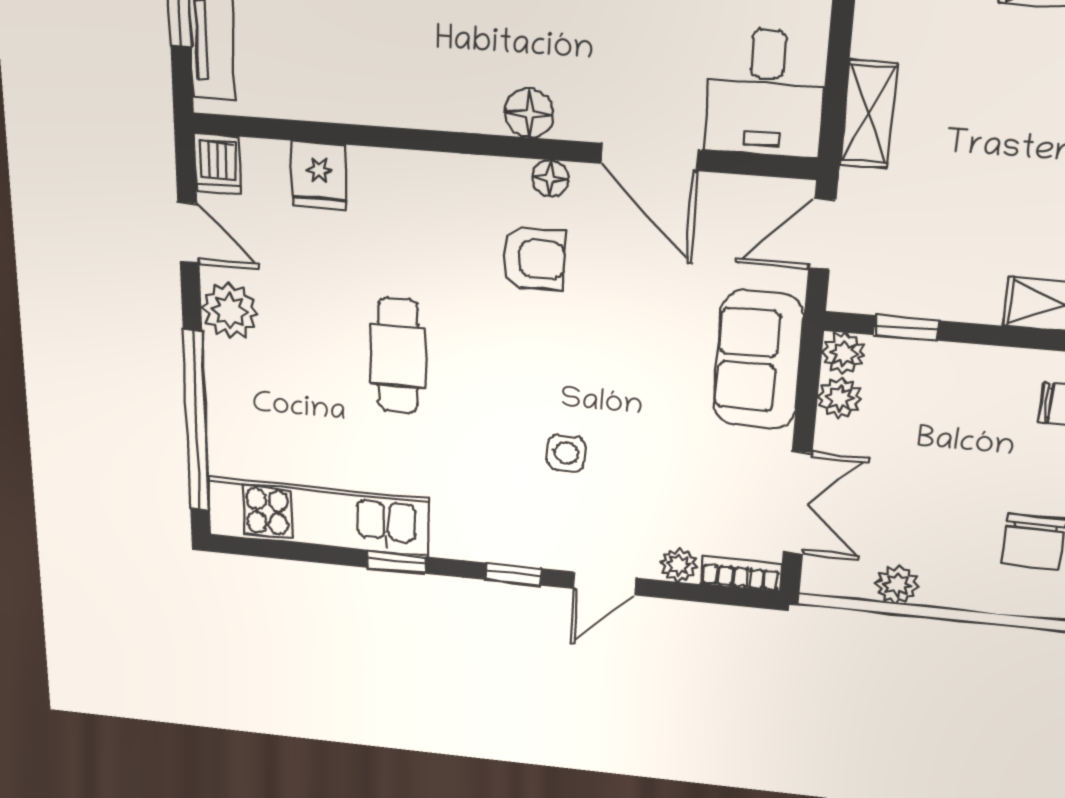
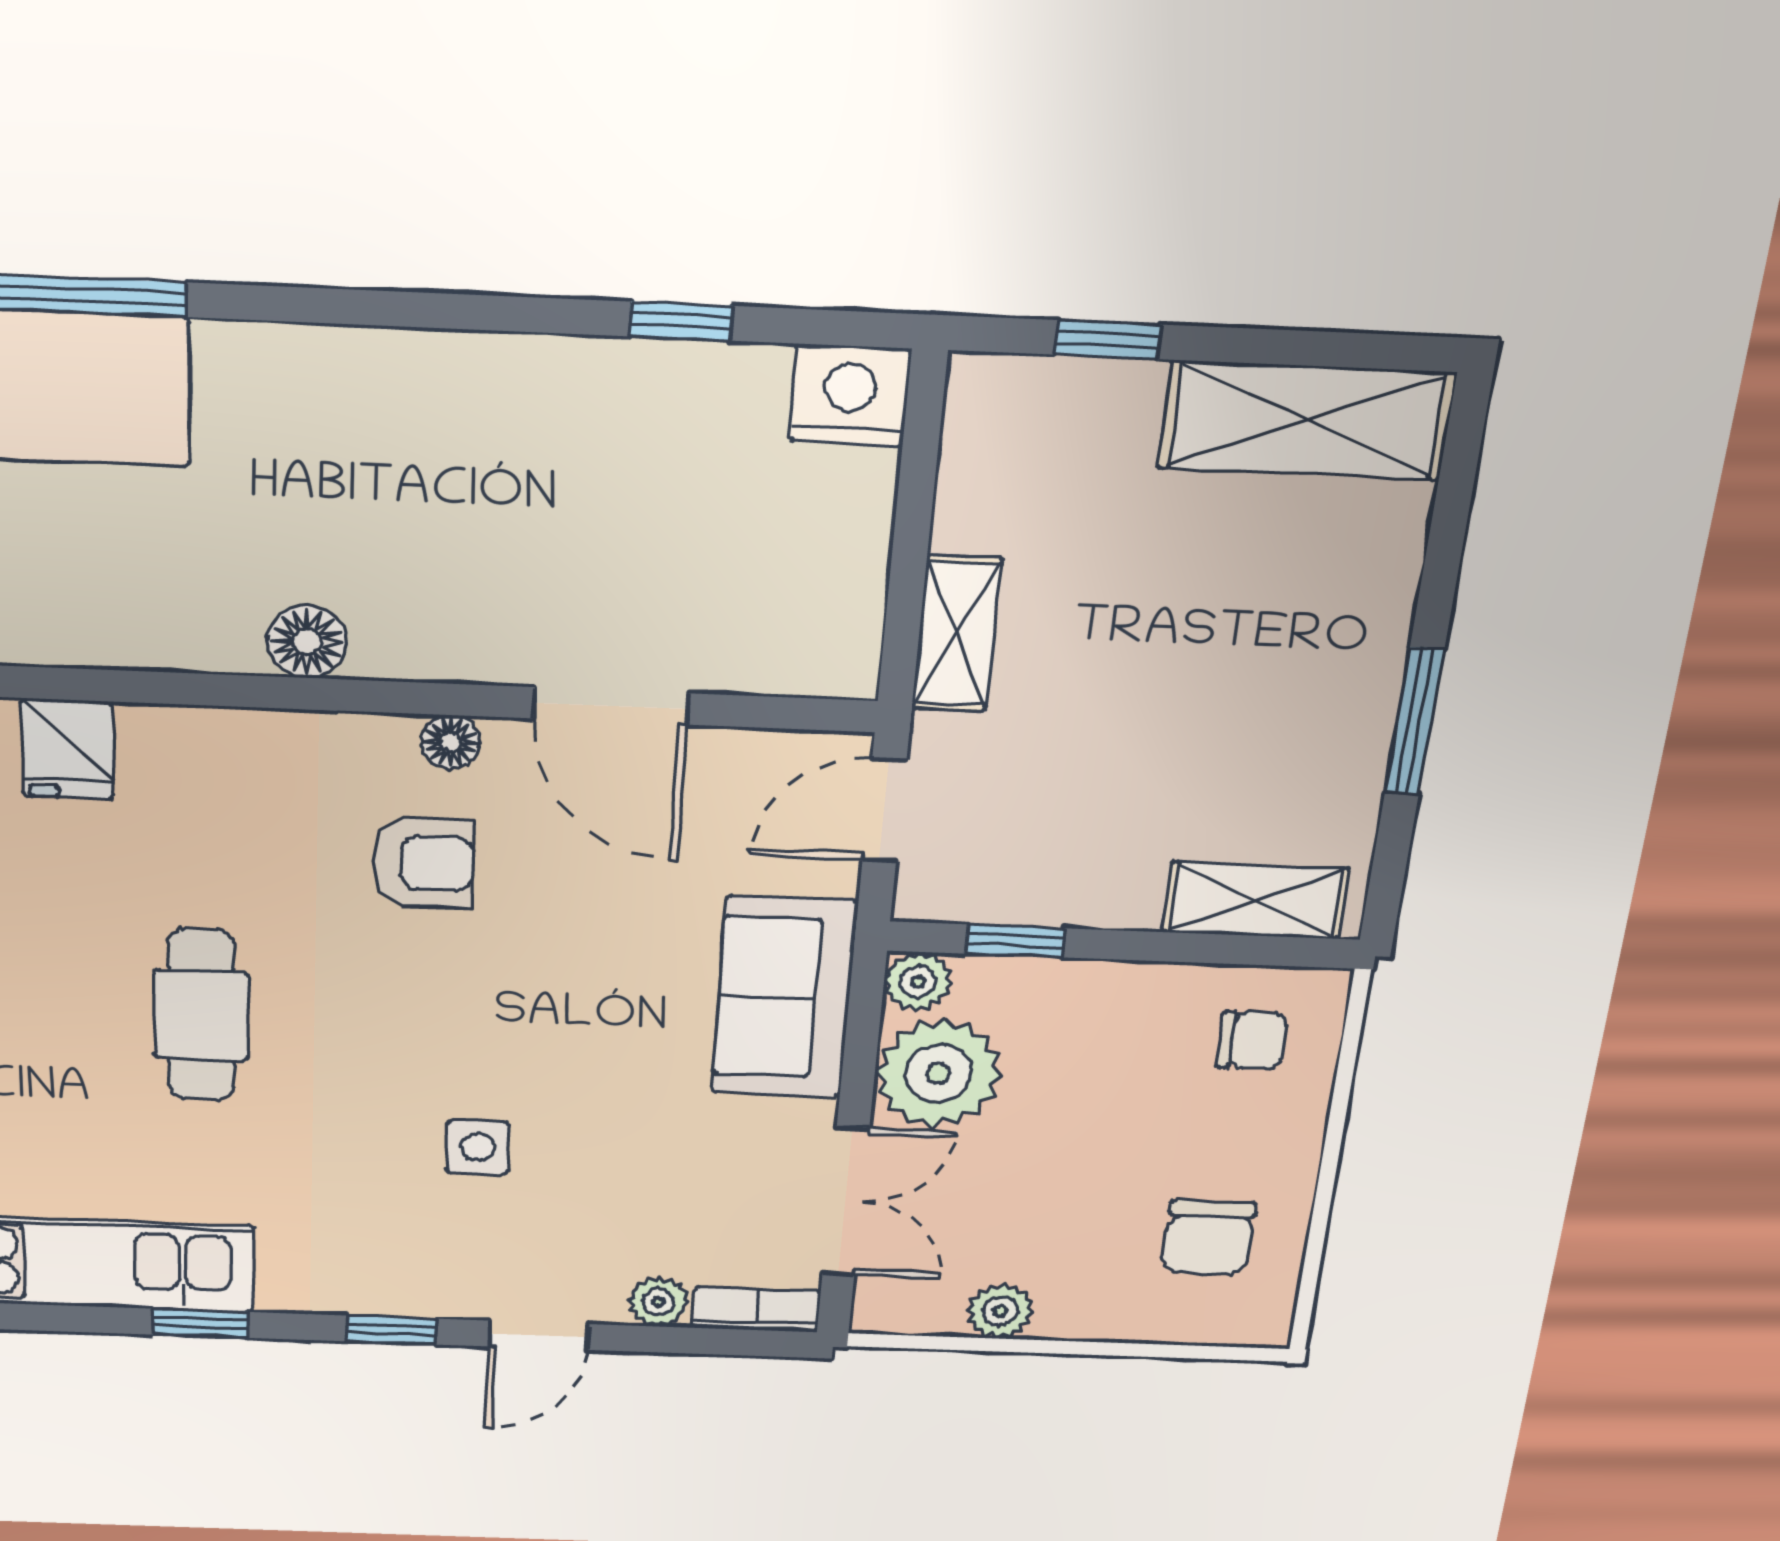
desk: (765, 93) -> (795, 607), removed
floor lamp: (529, 113) -> (307, 642), moved
plant: (840, 398) -> (938, 1073), width x1.87, depth x1.87

